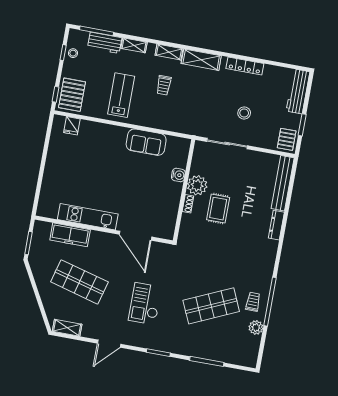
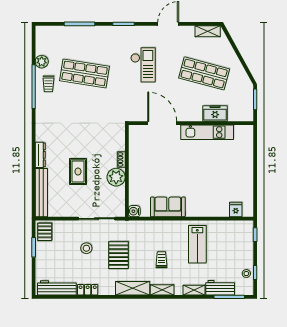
locker: (245, 66) -> (88, 290), width x0.66
workbench: (298, 91) -> (57, 288), moved, turned -90
pallet: (72, 95) -> (118, 255), moved
water cooler: (178, 175) -> (134, 211), moved
rug: (218, 209) -> (78, 172), moved
freezer: (70, 235) -> (215, 113), width x0.71
shop shelf: (211, 306) -> (85, 73), turned 33

